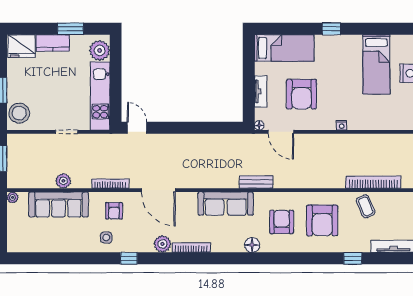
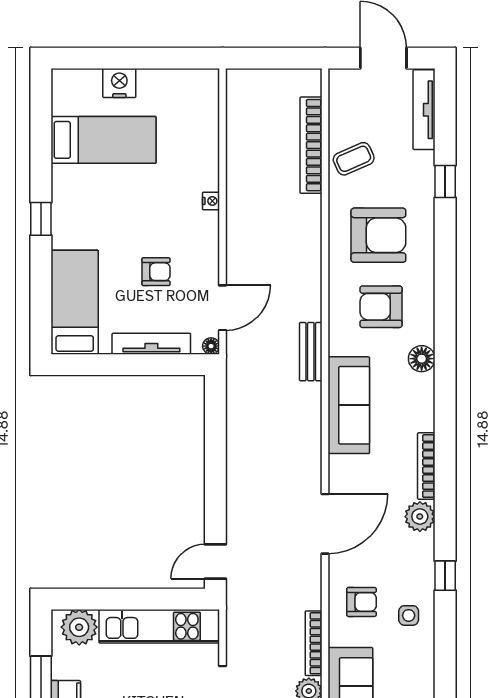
tv unit: (261, 91) -> (151, 344), width x1.41
armchair: (302, 94) -> (156, 272), width x0.53, depth x0.53
bookcase: (110, 184) -> (314, 643), moved

